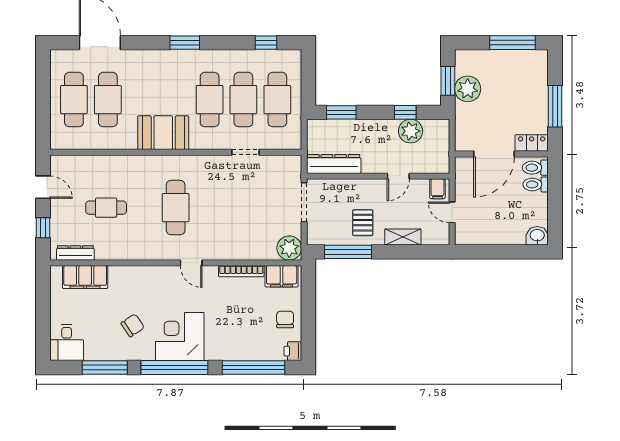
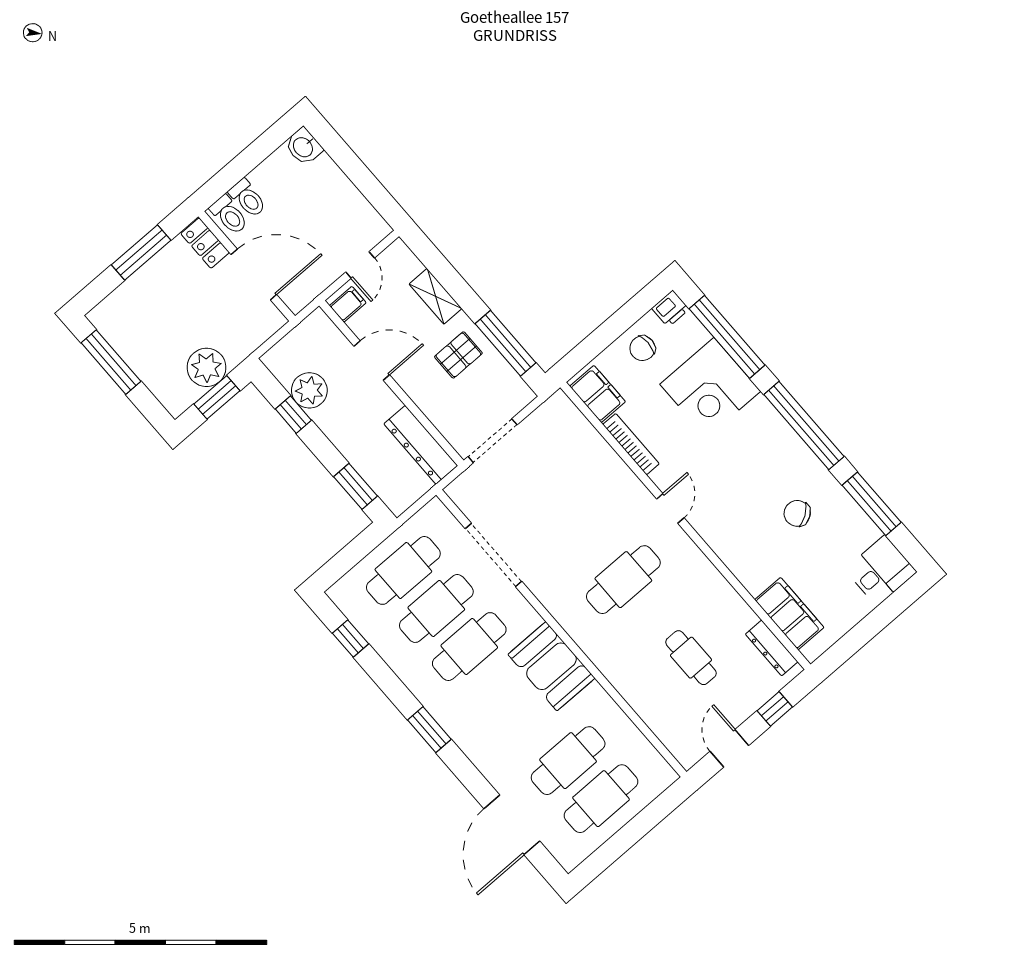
doorway: (246, 152) -> (493, 555), width x1.88
door: (398, 176) -> (372, 360), width x1.38
plant: (289, 248) -> (558, 413), removed
corner desk: (180, 337) -> (710, 388), moved

